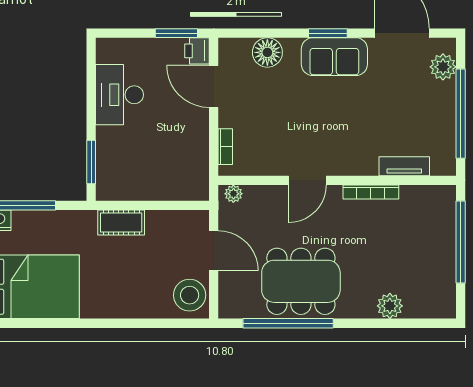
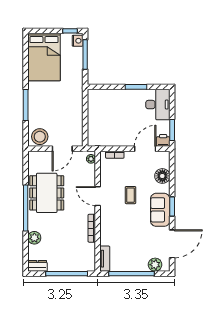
desk: (119, 95) -> (158, 105), moved, turned 90
coffee table: (305, 115) -> (130, 195), added
window: (91, 162) -> (136, 87), moved
tv unit: (404, 166) -> (105, 259), moved
cot: (121, 223) -> (76, 102), removed
dresser: (445, 300) -> (38, 266), added
window: (127, 323) -> (26, 105), added
window: (288, 323) -> (26, 208), moved

